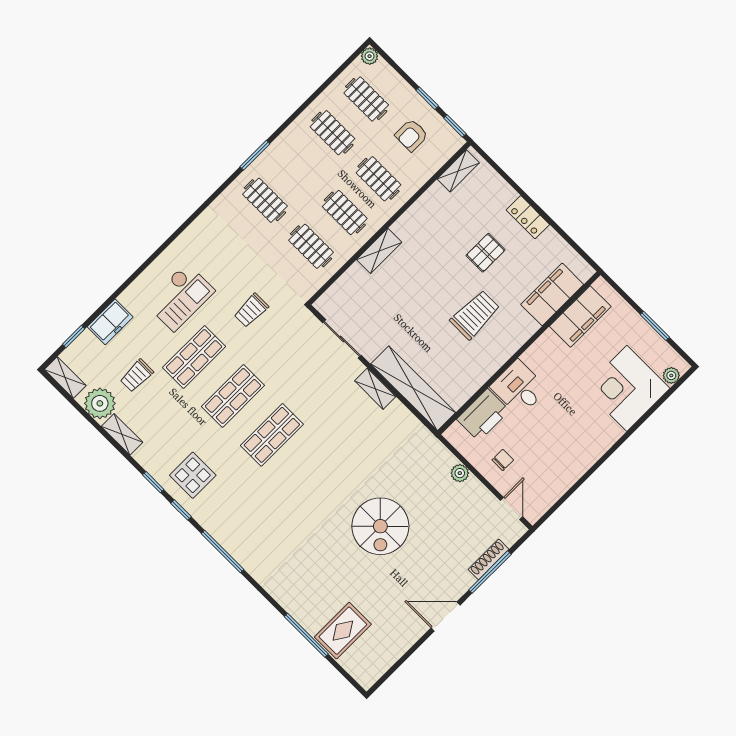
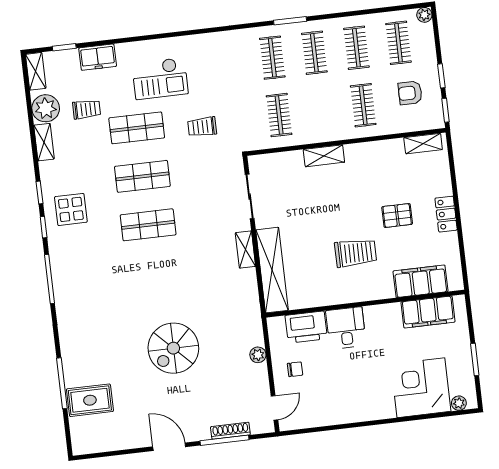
clothes rail: (345, 213) -> (314, 53), moved
trolley: (137, 376) -> (87, 109), turned 180

